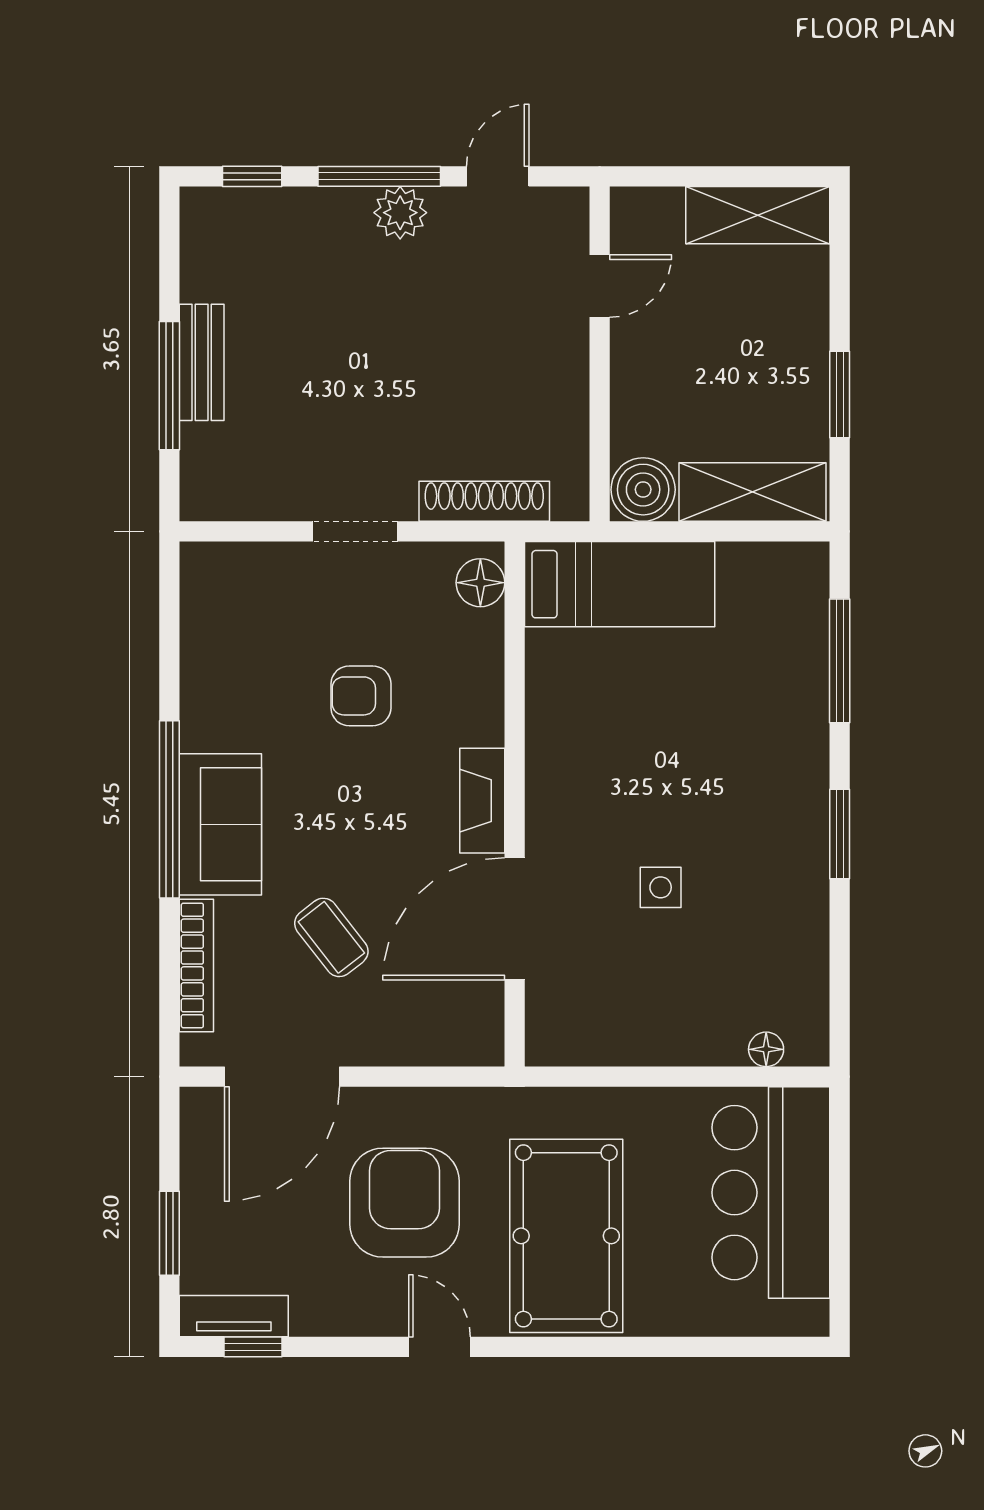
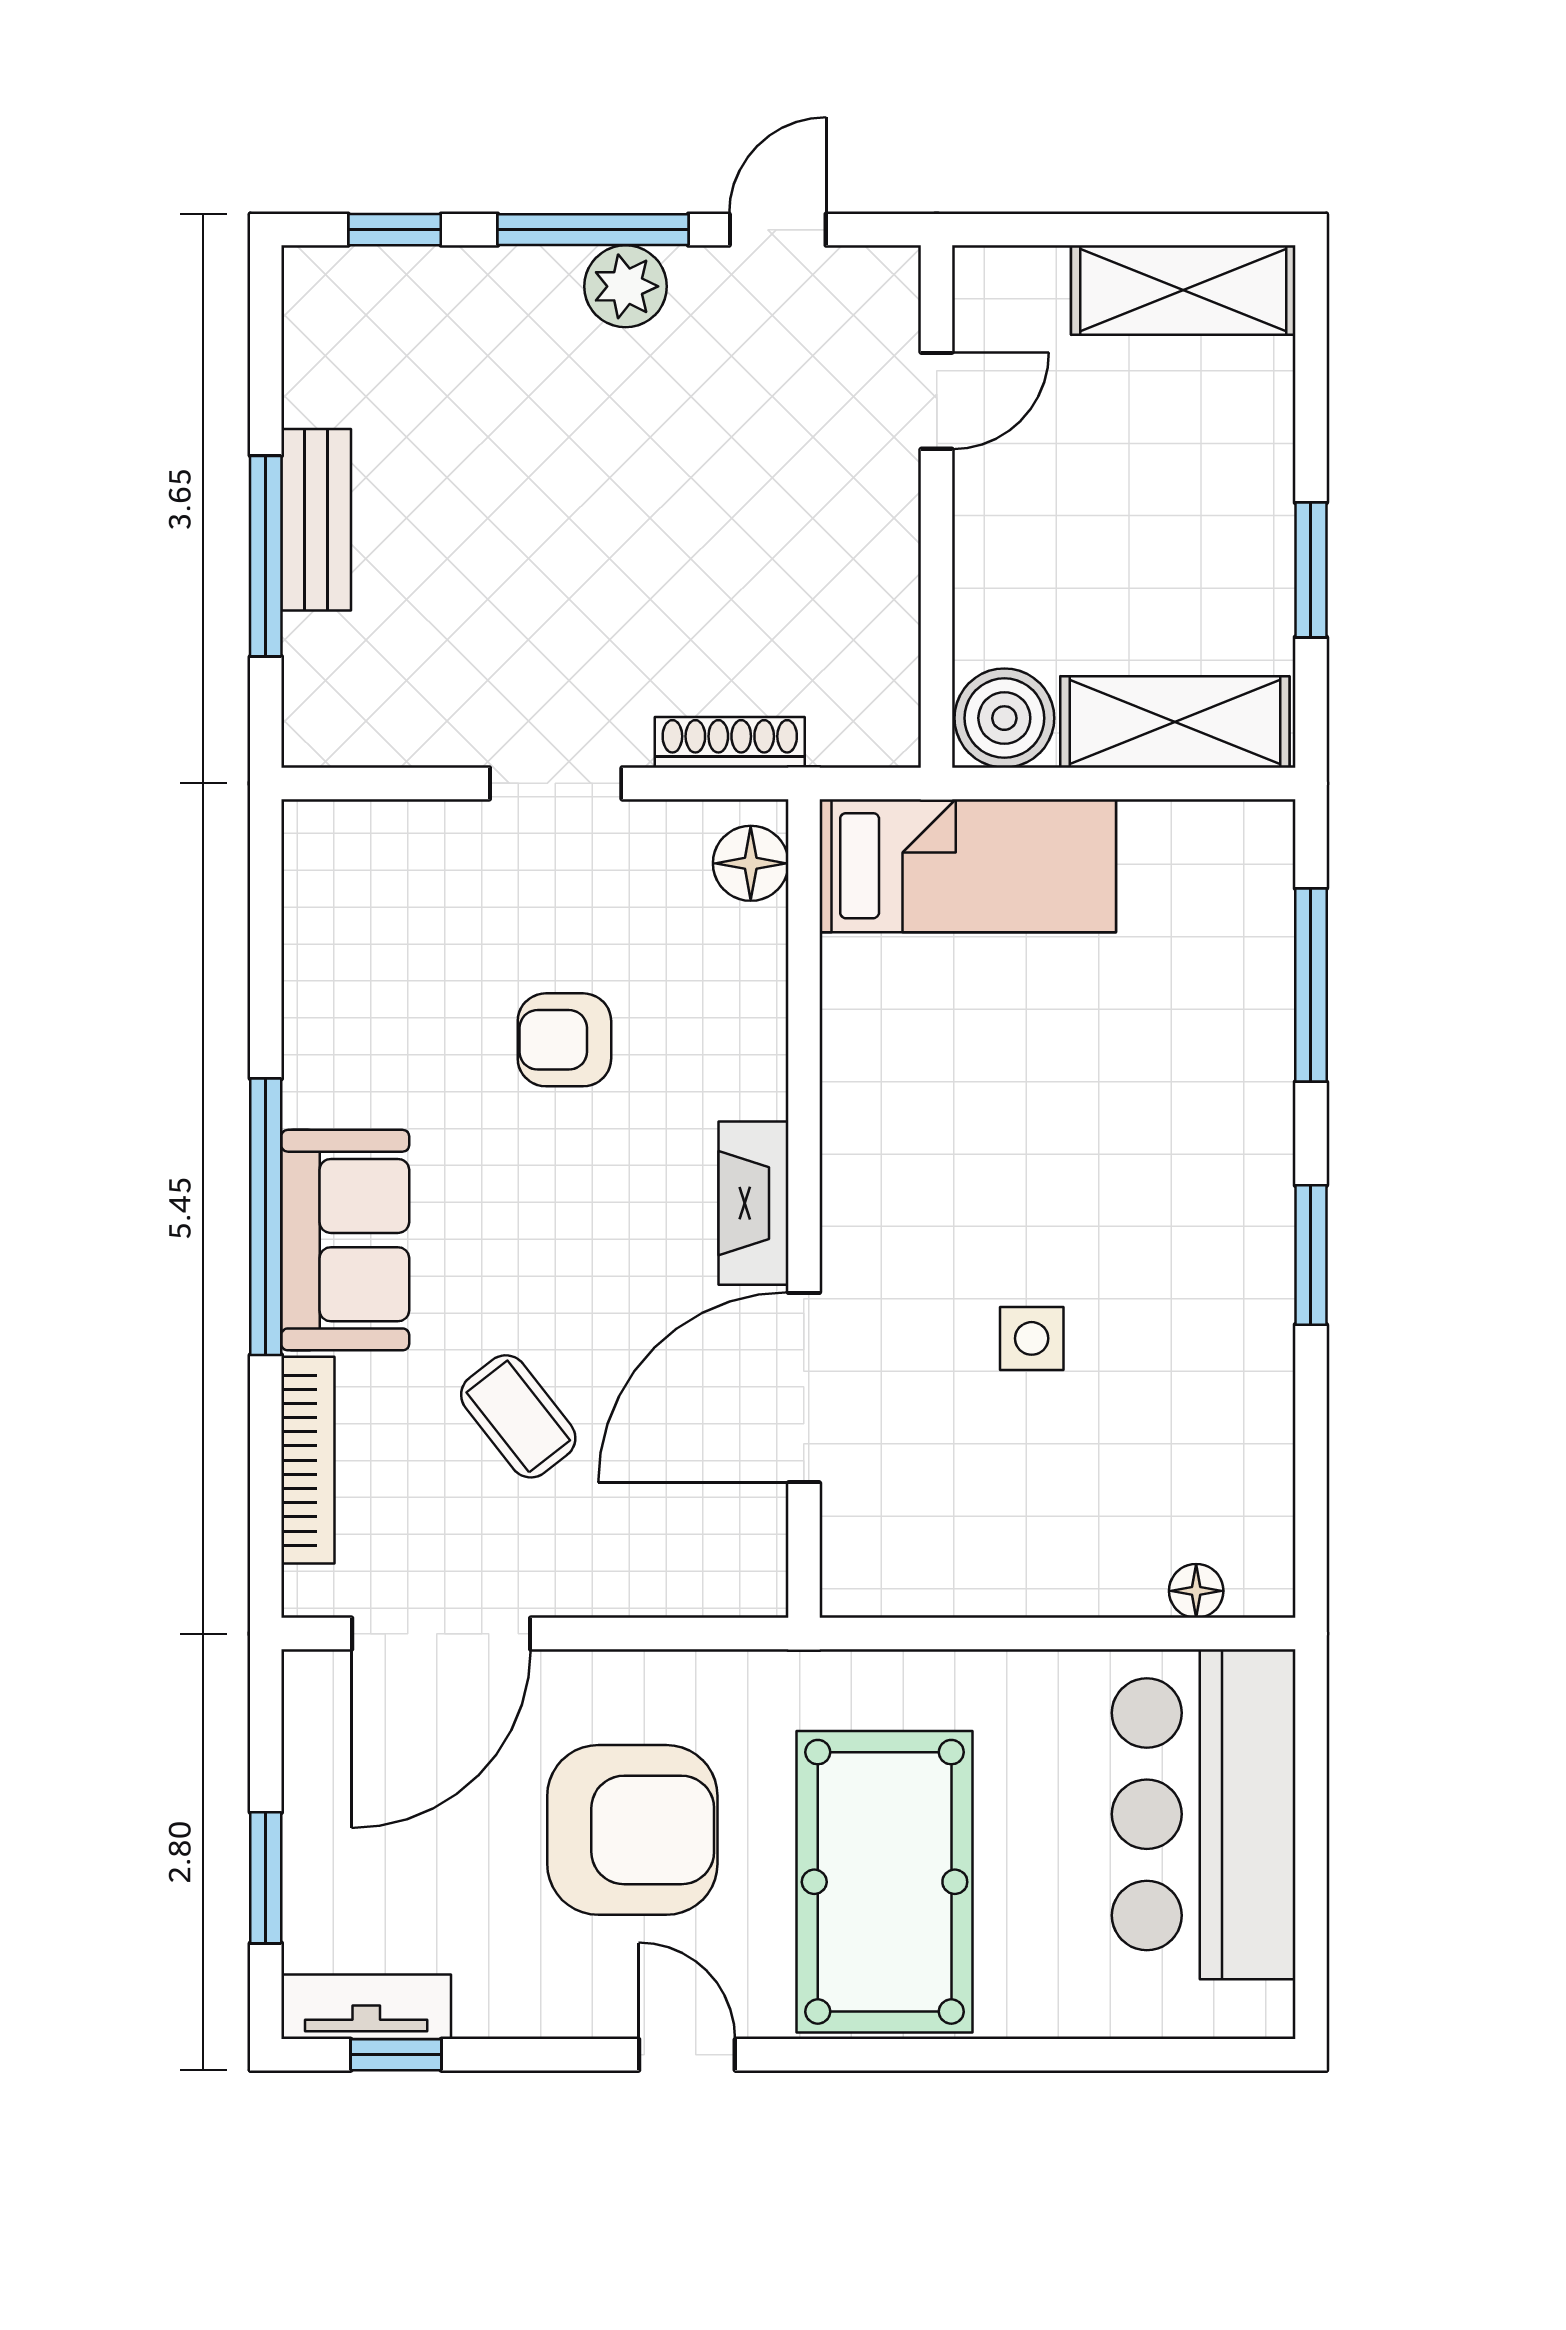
shoe rack: (484, 501) -> (730, 742), width x0.74, depth x0.81
armchair: (404, 1203) -> (632, 1830), turned 90

